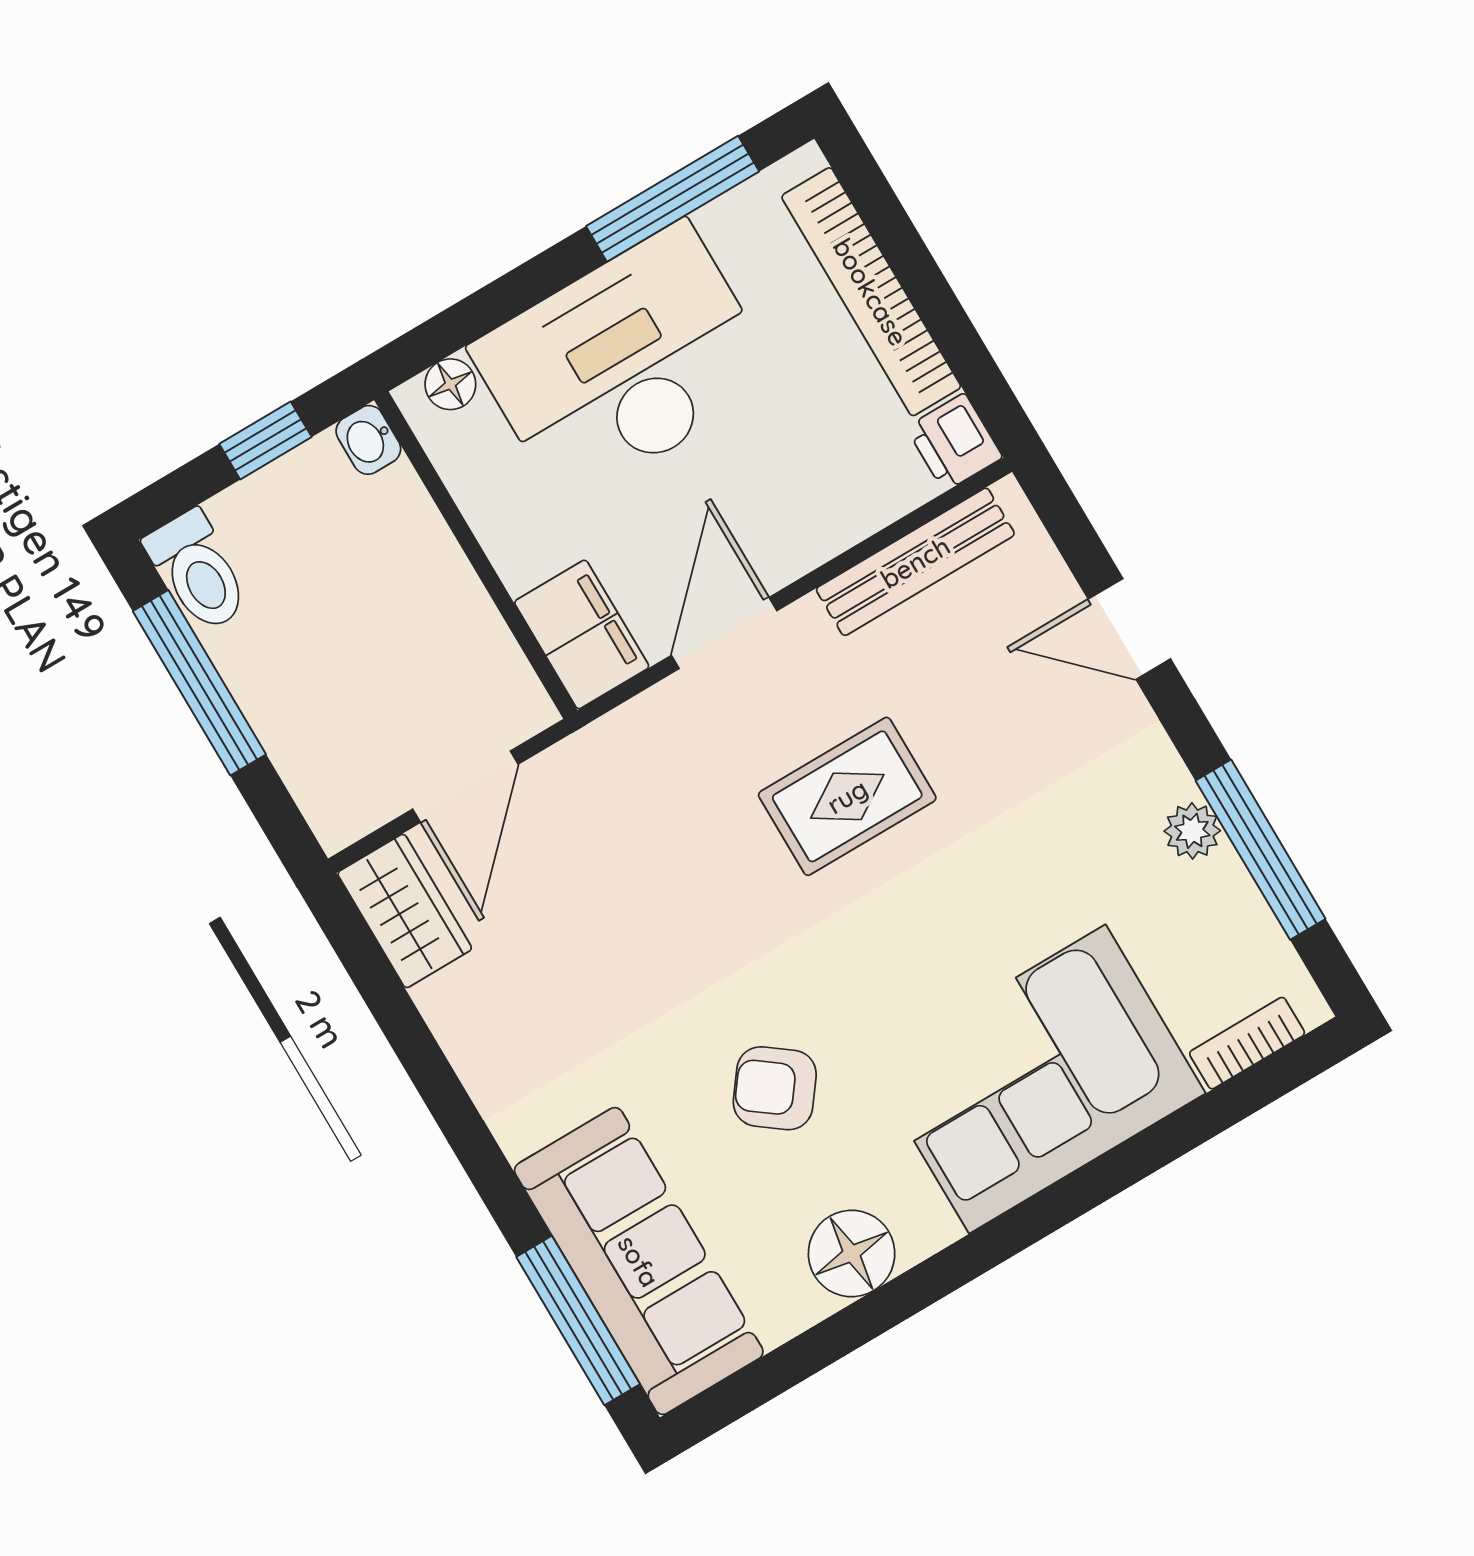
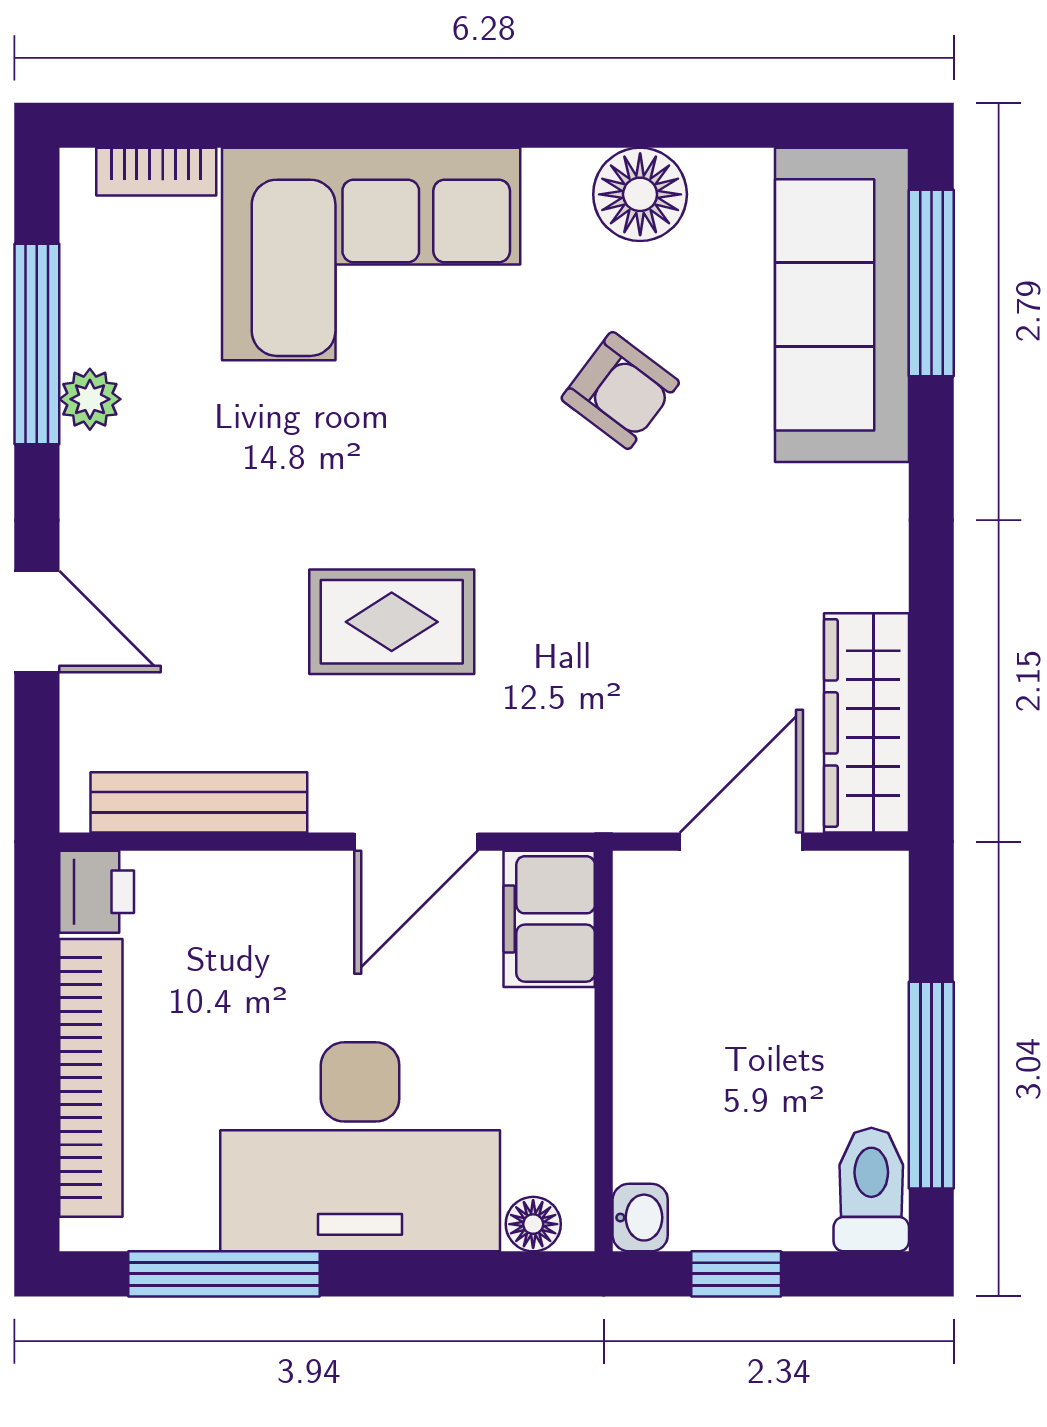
wardrobe: (405, 911) -> (866, 723), width x1.50

